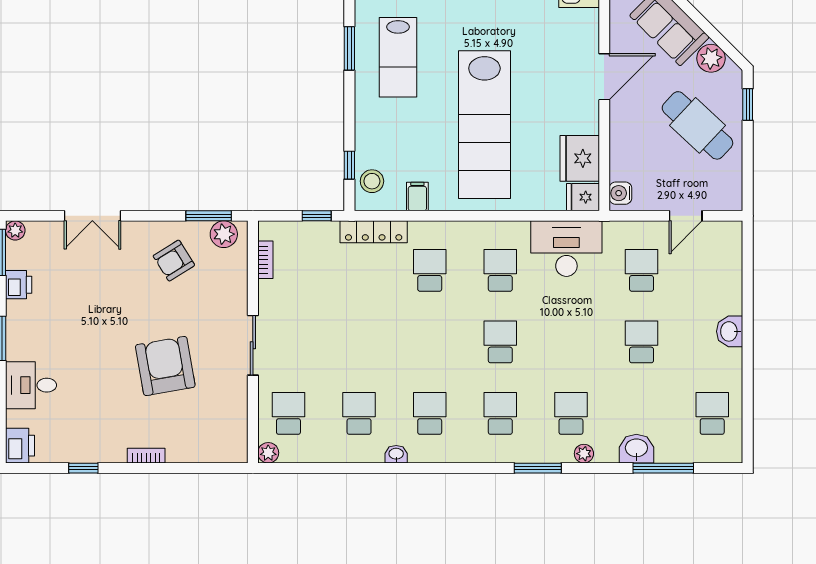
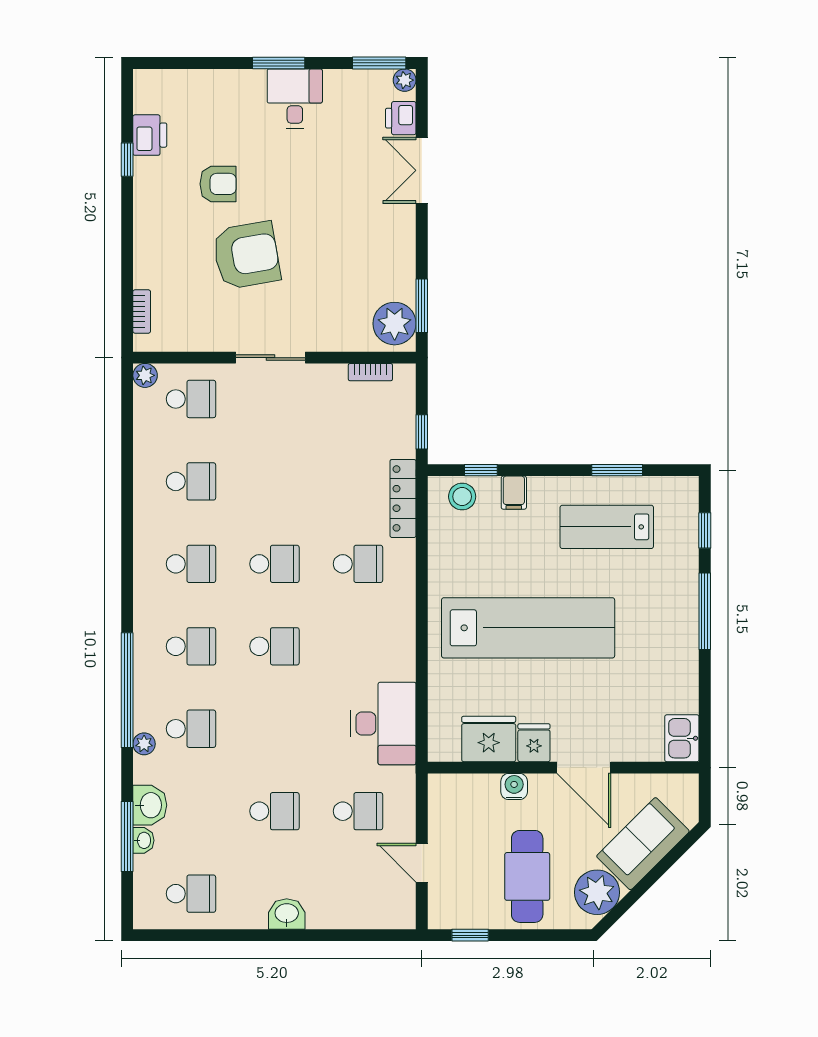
plant: (711, 58) -> (597, 892), width x1.36, depth x1.36
window: (748, 104) -> (470, 935), moved
lab bench: (484, 125) -> (528, 628), turned 180
cafe table: (697, 125) -> (527, 876), turned -43
water cooler: (620, 193) -> (514, 787), moved
filing cabinet: (417, 197) -> (514, 493), moved, turned 90
fridge: (583, 197) -> (534, 743), moved
plant: (224, 234) -> (395, 324), width x1.36, depth x1.36
armchair: (174, 261) -> (218, 184), moved, turned 122
school desk: (500, 270) -> (274, 564), moved
printer: (19, 285) -> (401, 118), moved, turned 90
desk: (31, 385) -> (295, 98), moved
printer: (20, 446) -> (150, 135), moved, turned -90
washbasin: (396, 454) -> (143, 840), moved
bookcase: (146, 456) -> (142, 311), moved
window: (538, 468) -> (127, 690), width x2.11

